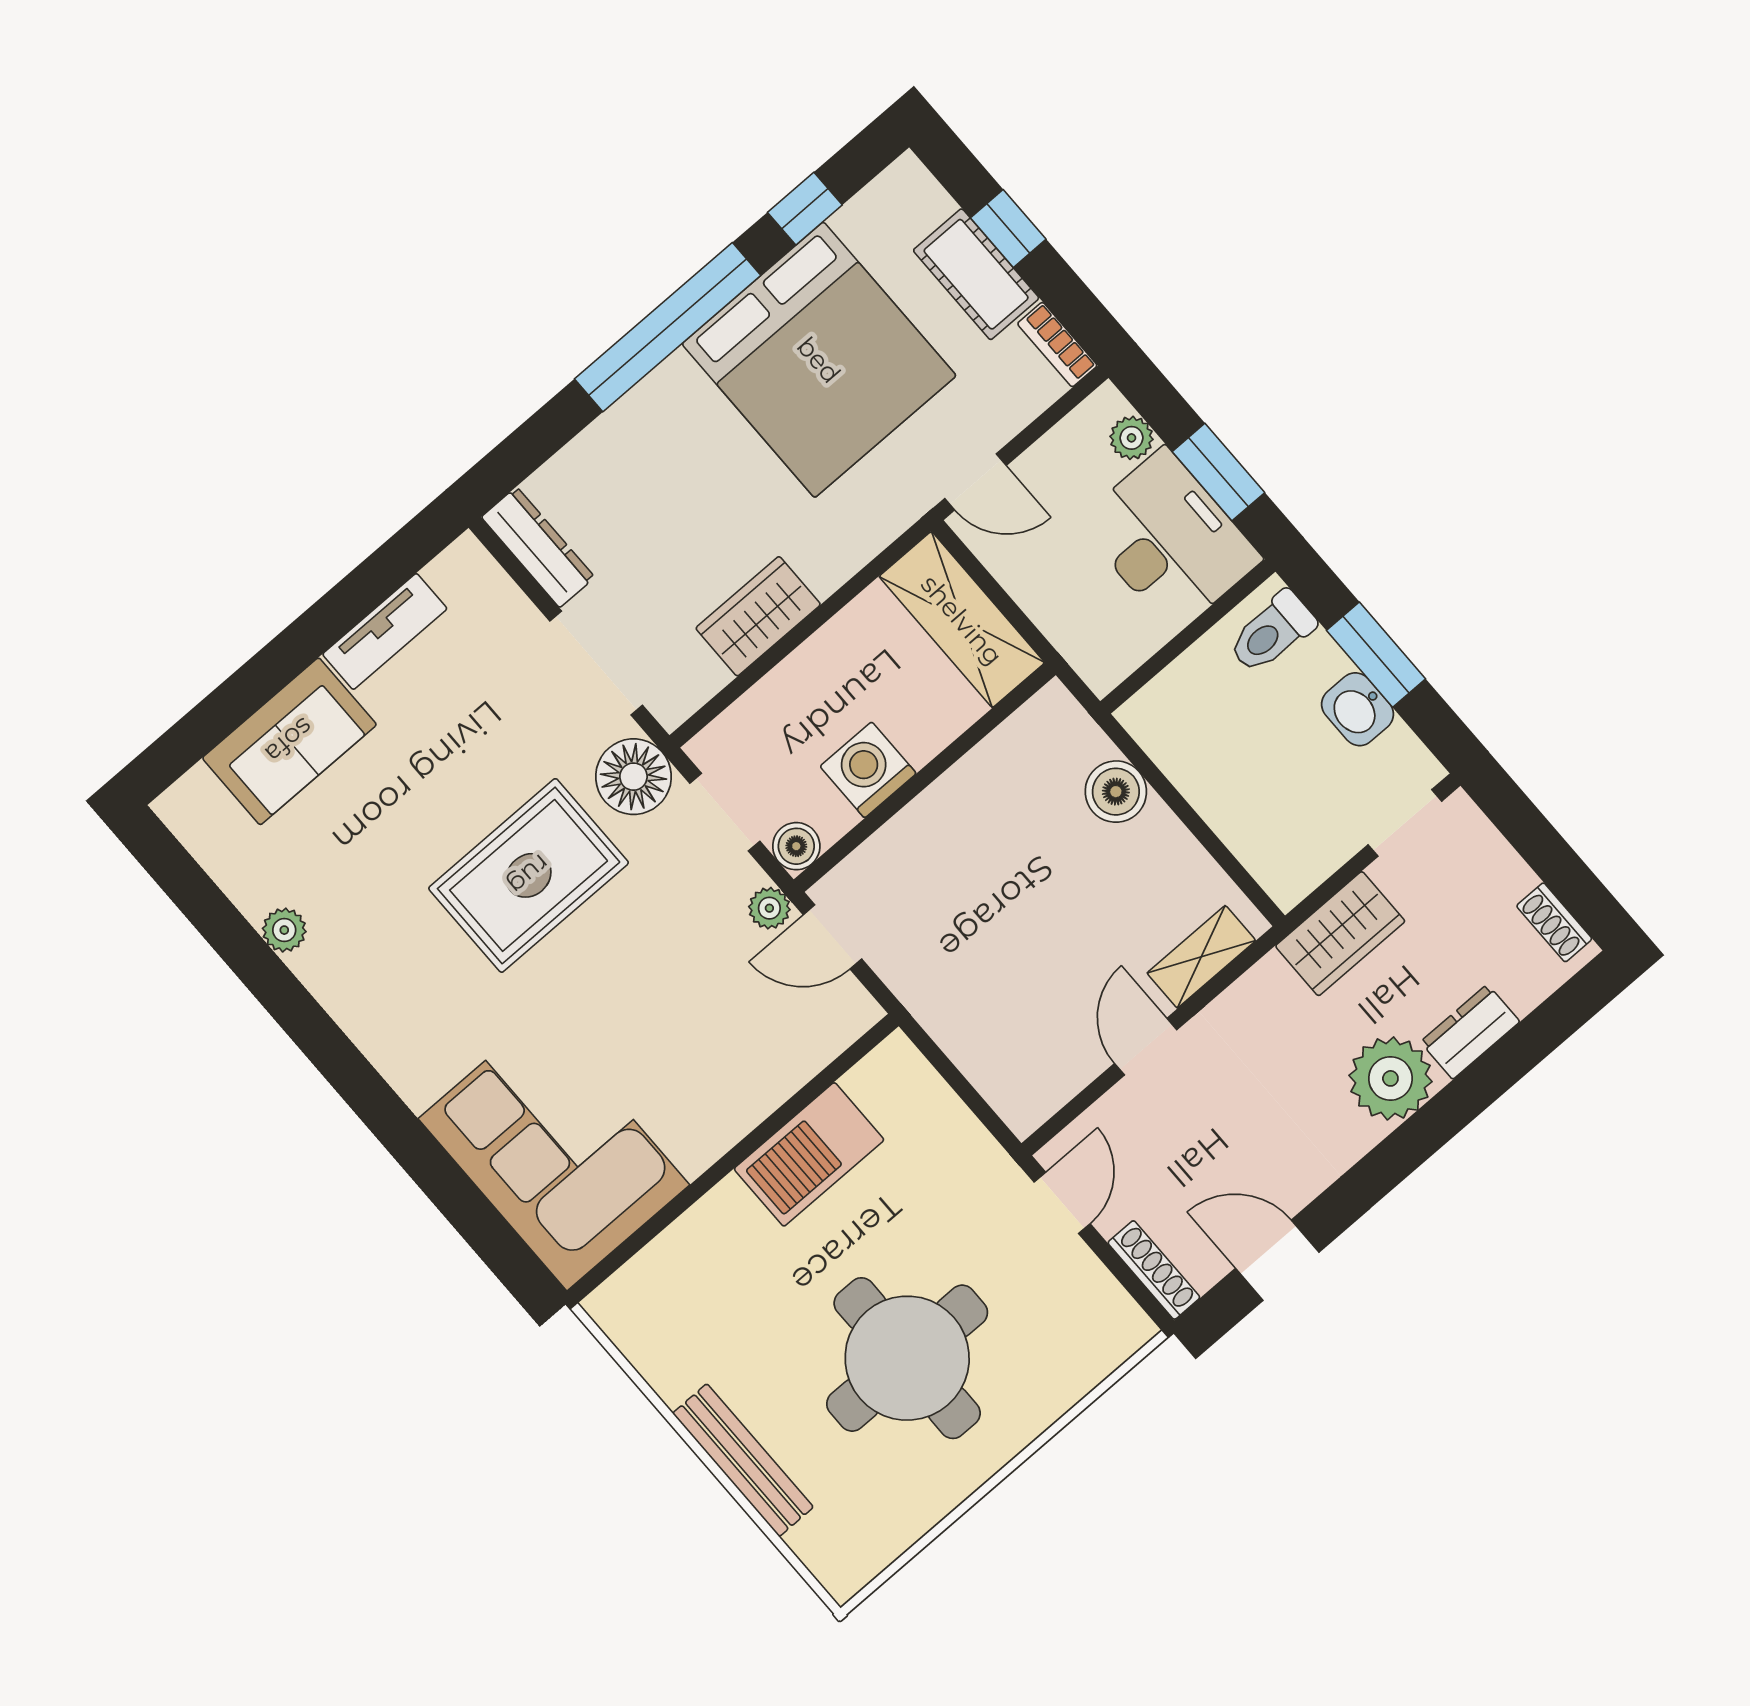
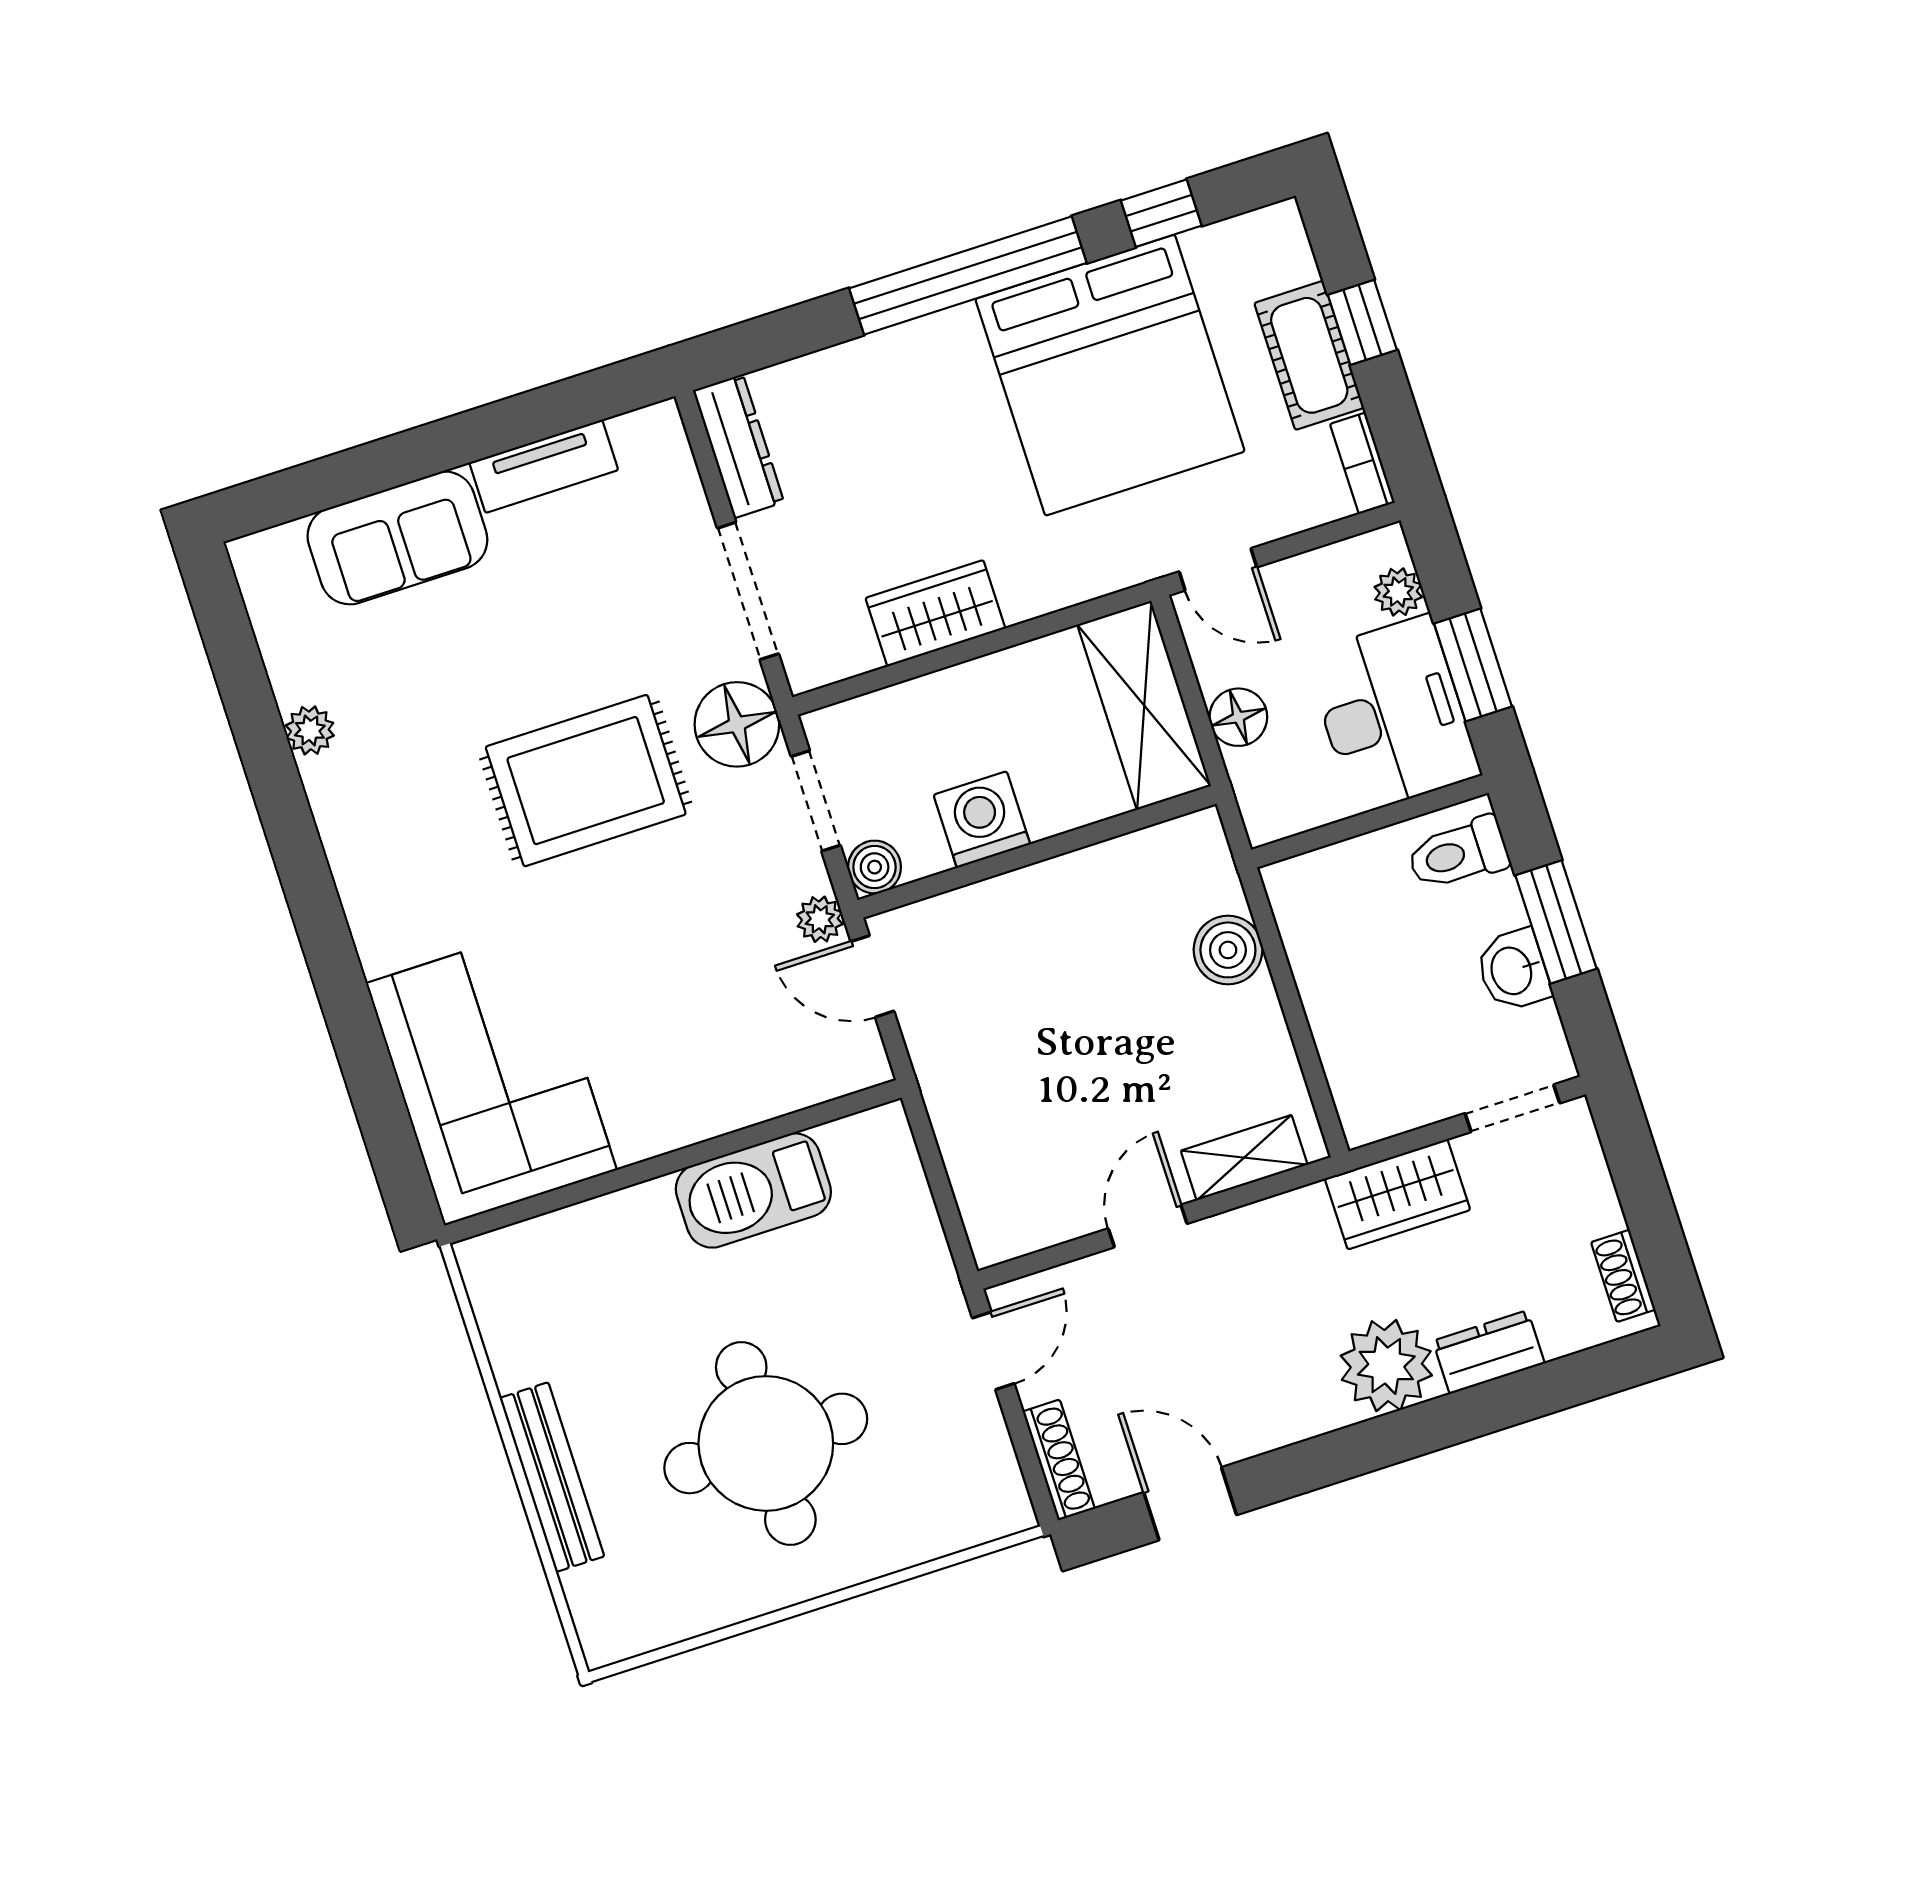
floor lamp: (1044, 596) -> (1238, 717), added

